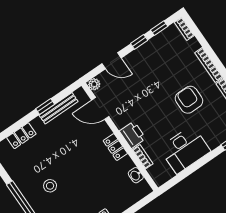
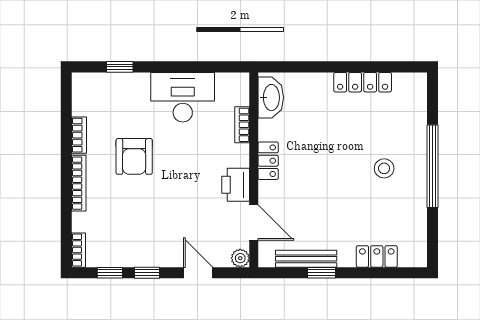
printer: (133, 135) -> (236, 185), moved
washbasin: (136, 175) -> (271, 98), width x1.91, depth x1.45

